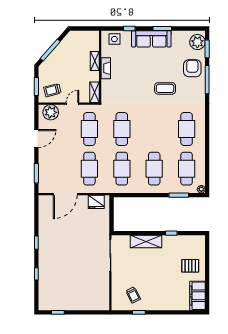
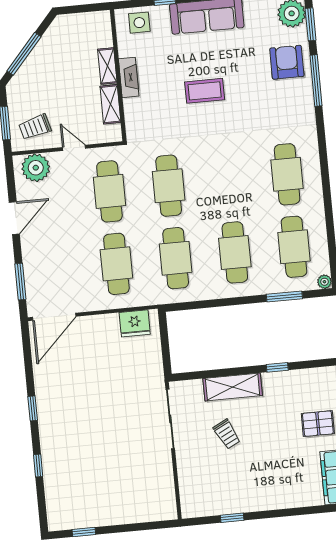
coffee table: (165, 88) -> (205, 91), moved
shelving: (94, 92) -> (110, 104), moved
door: (72, 104) -> (74, 148), hinge flipped
door: (65, 194) -> (54, 317), moved
trolley: (133, 295) -> (227, 434), moved

